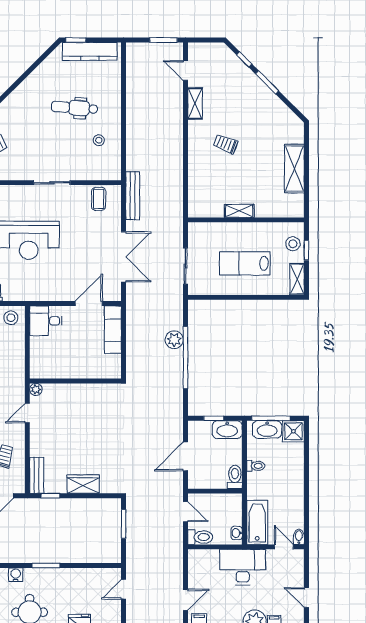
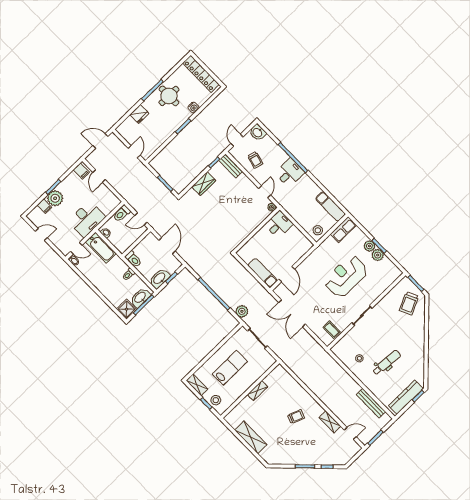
bench: (133, 196) -> (371, 403), moved
desk: (46, 321) -> (279, 224), moved
plant: (174, 340) -> (242, 311), moved

